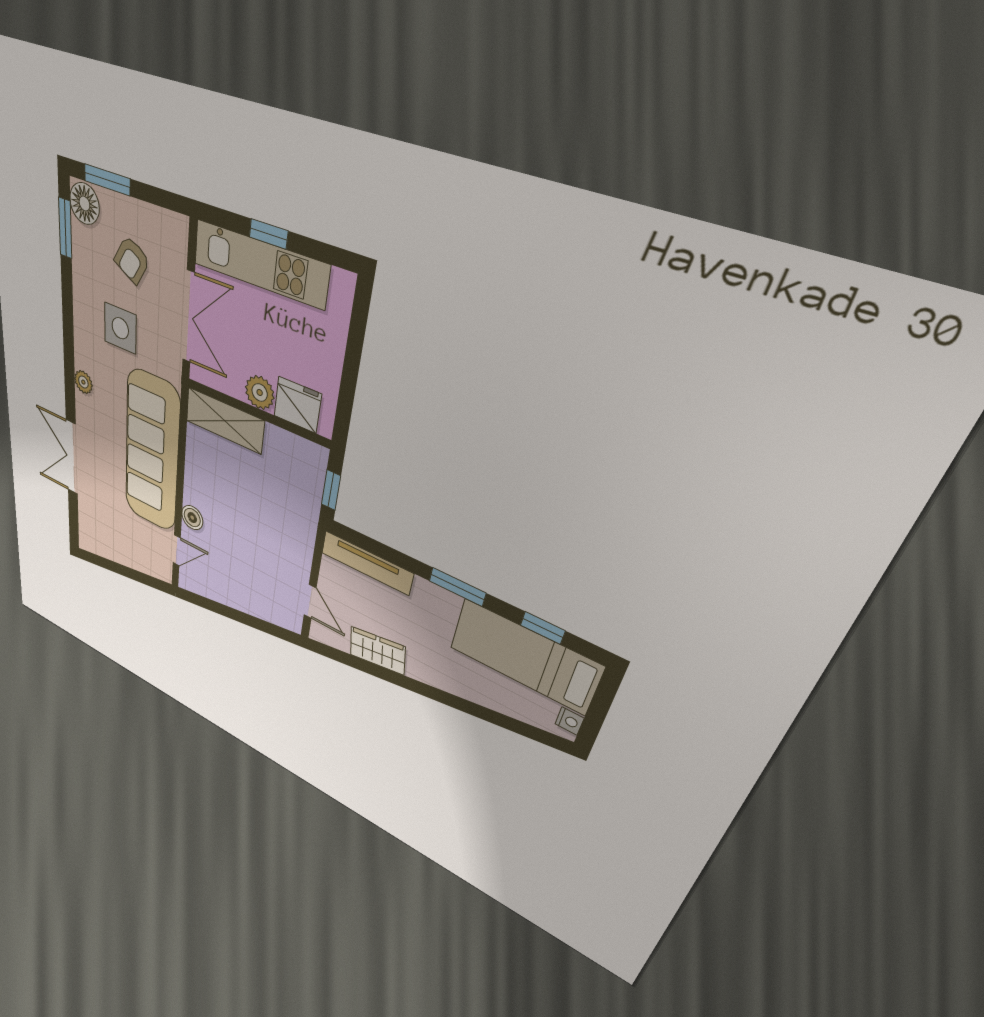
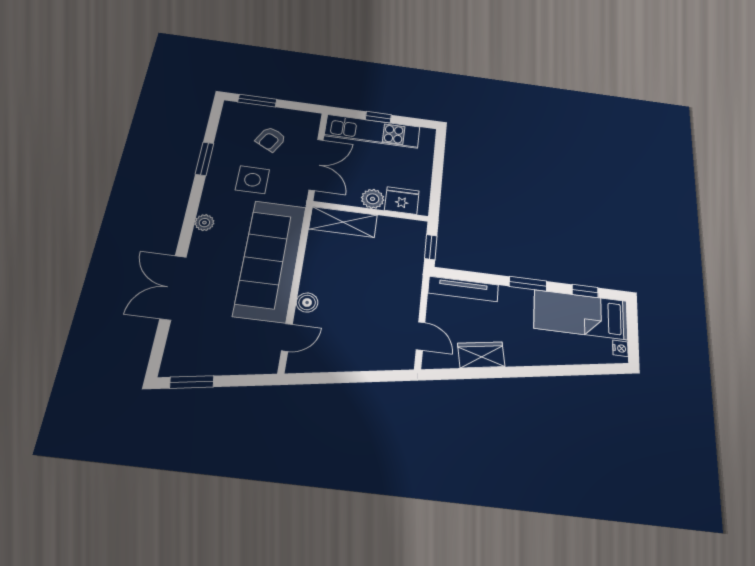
floor lamp: (84, 204) -> (234, 113), removed
window: (65, 228) -> (204, 159), moved
window: (105, 563) -> (192, 382), added

